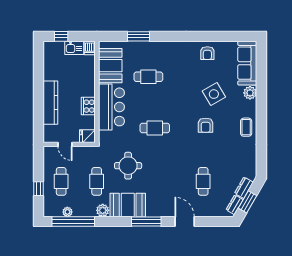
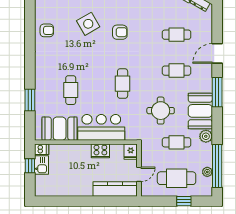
window: (61, 36) -> (30, 166), moved
kitchen counter: (50, 103) -> (115, 189), moved
cafe table: (61, 181) -> (177, 178), width x1.37, depth x1.35
cafe table: (168, 181) -> (177, 71), added

